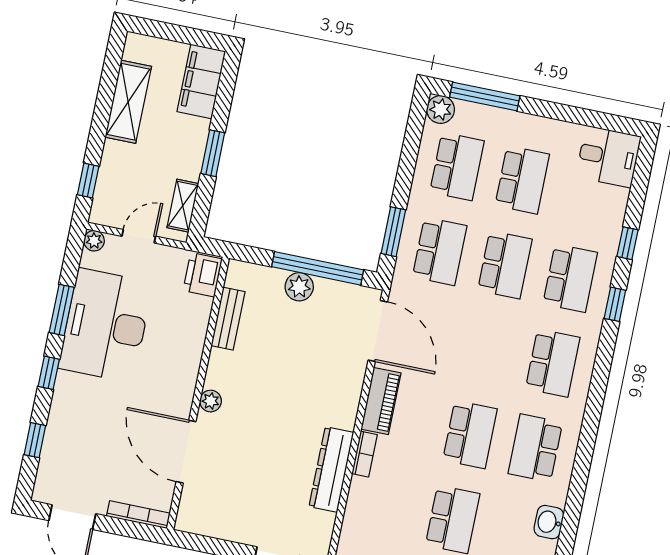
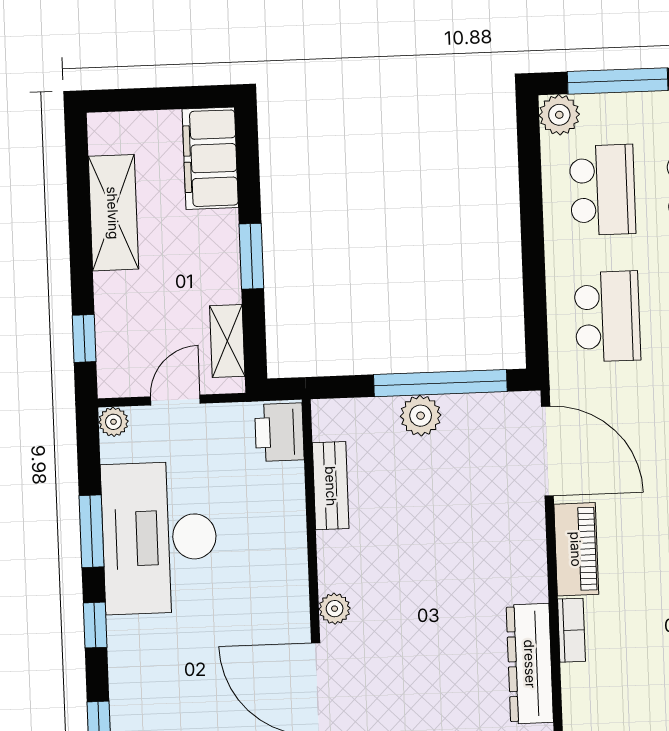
window: (393, 232) -> (535, 305), removed

